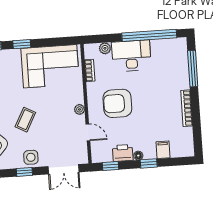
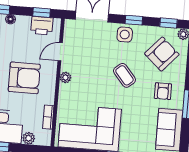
coffee table: (25, 120) -> (124, 75), turned -68
door: (88, 132) -> (60, 52), hinge flipped
printer: (123, 153) -> (42, 26), moved

